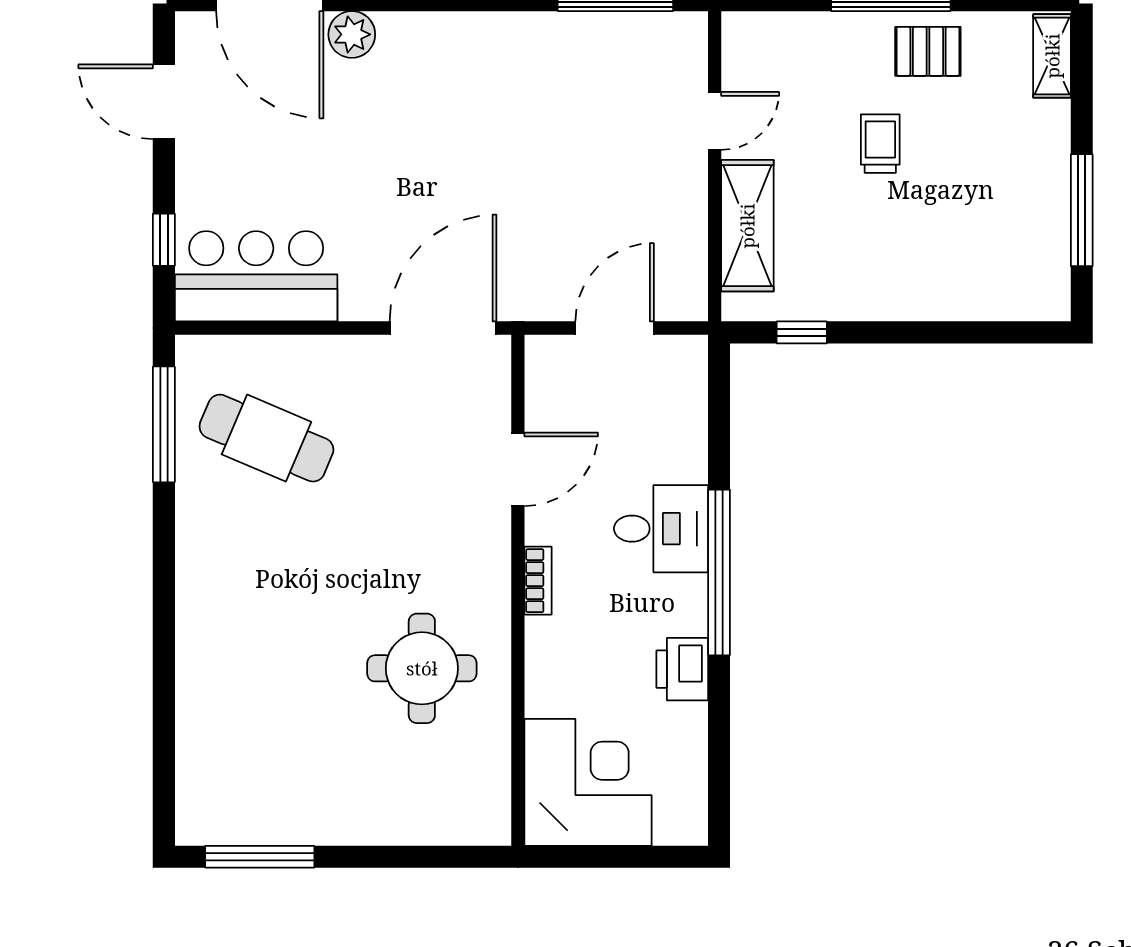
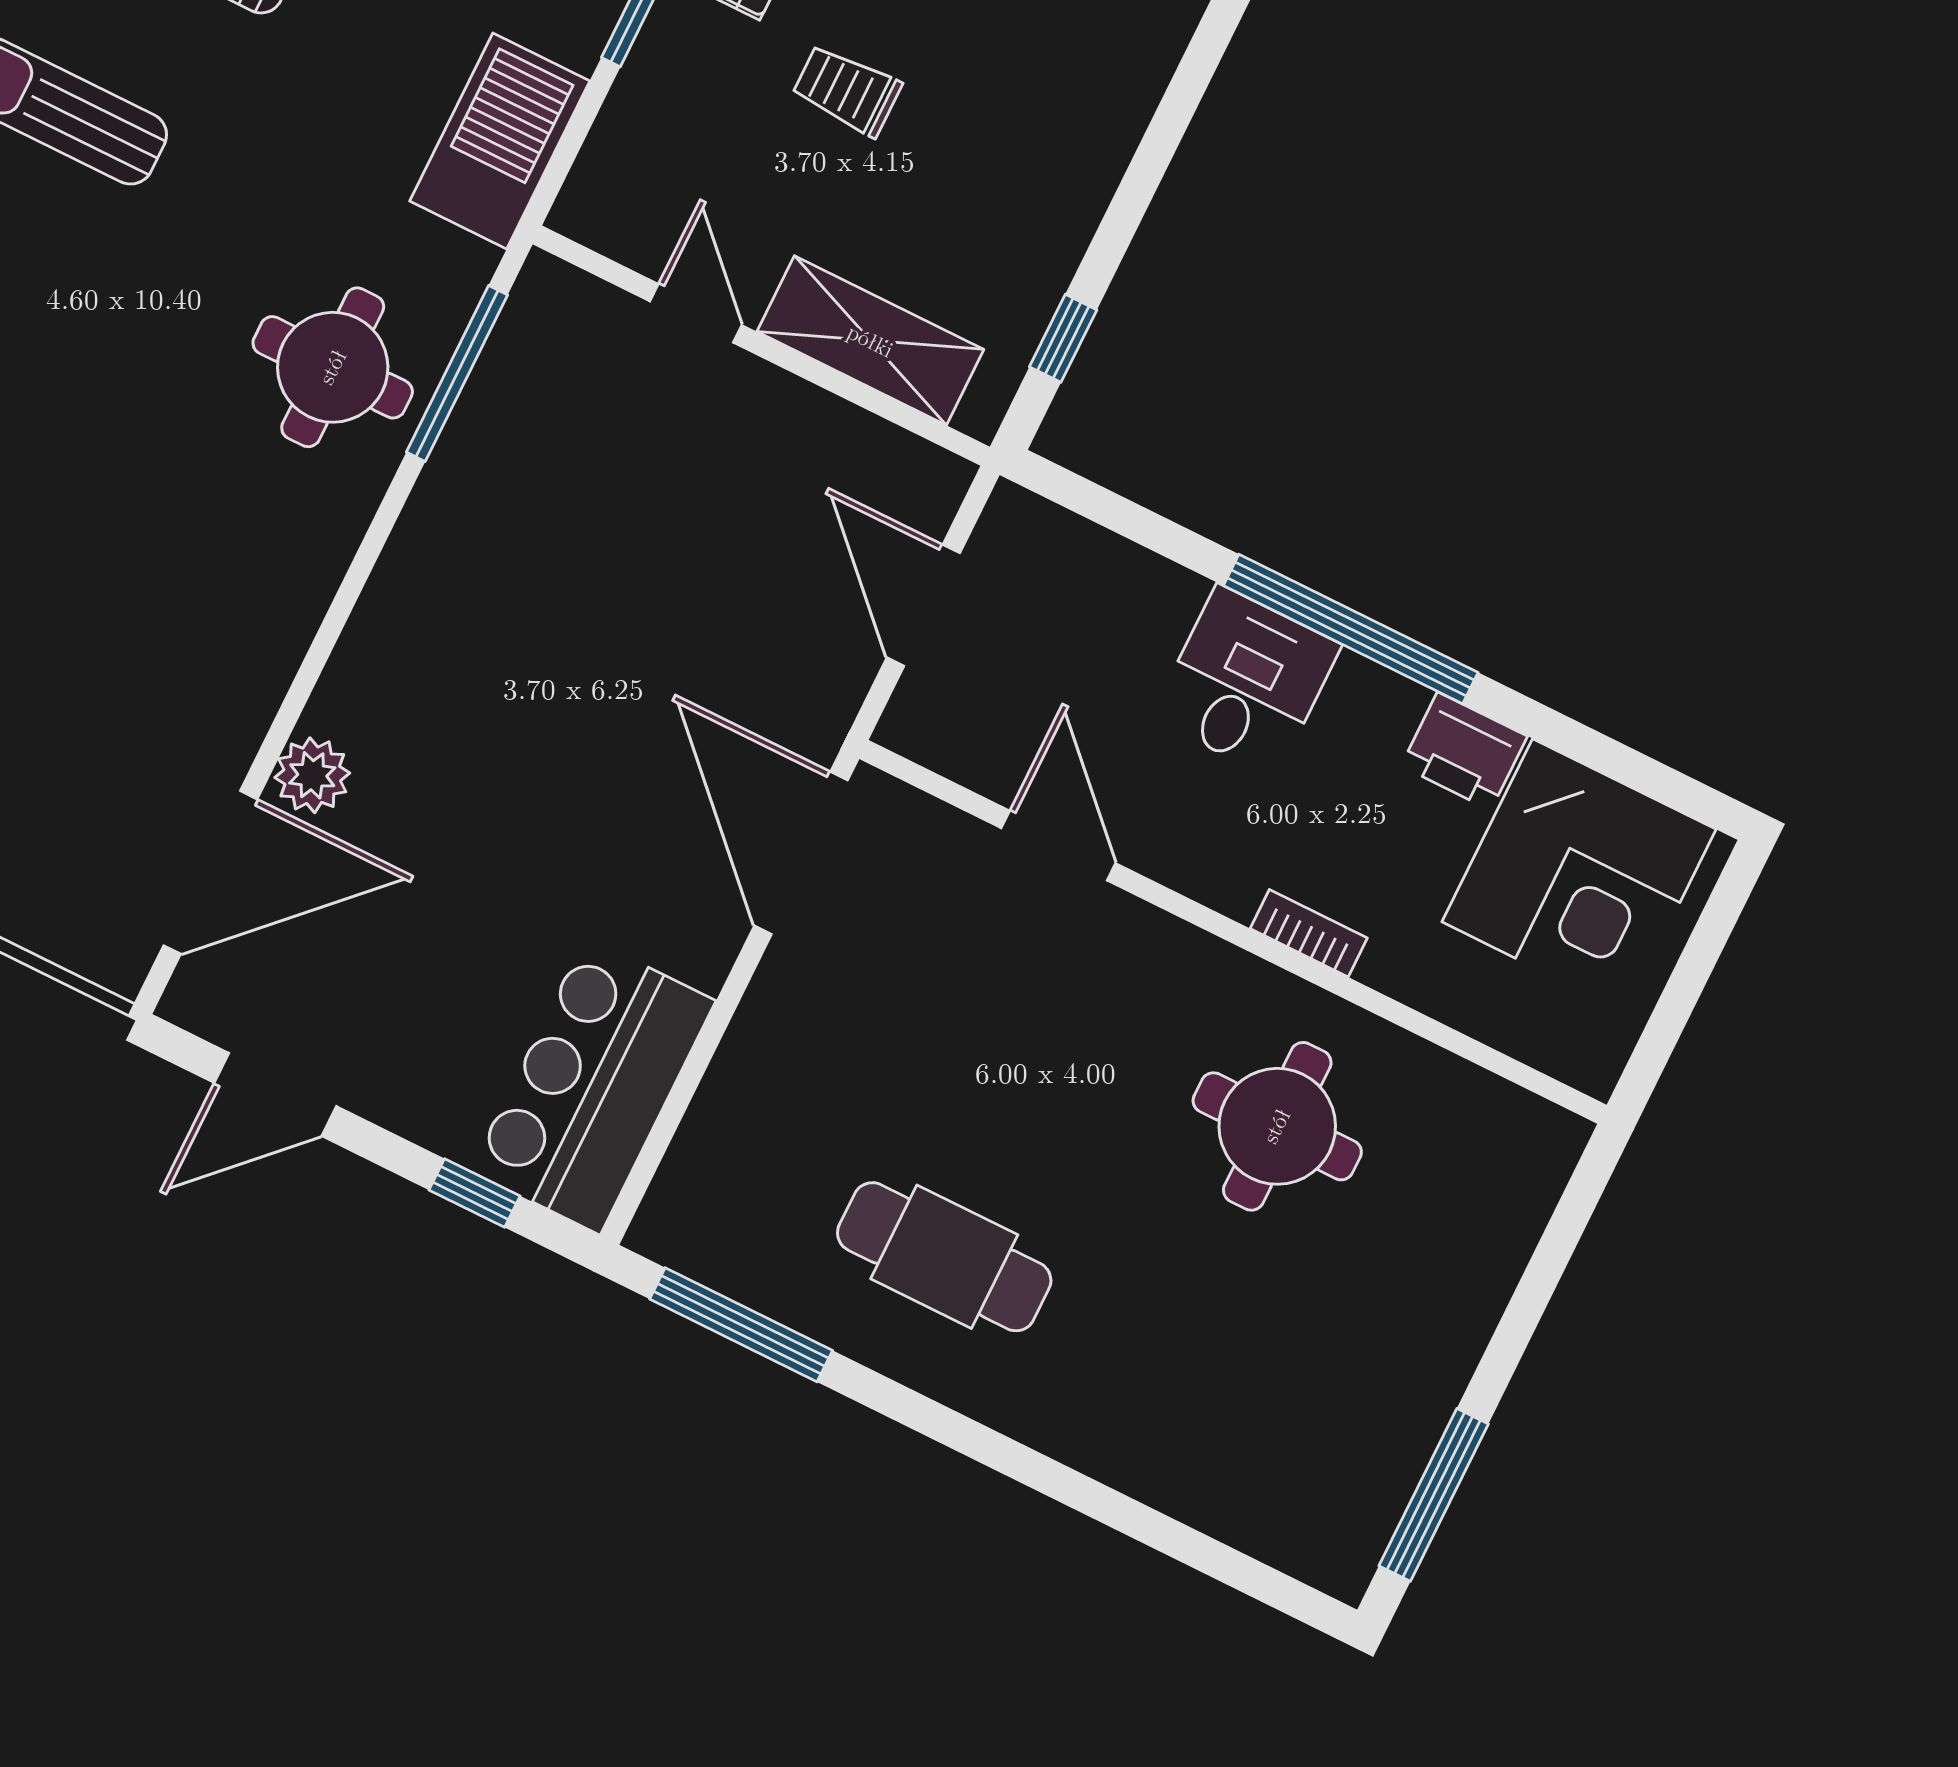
cafe table: (266, 438) -> (944, 1257), moved, turned 67
bookcase: (538, 581) -> (1309, 933), moved
corner desk: (588, 782) -> (1579, 876), moved, turned 180

